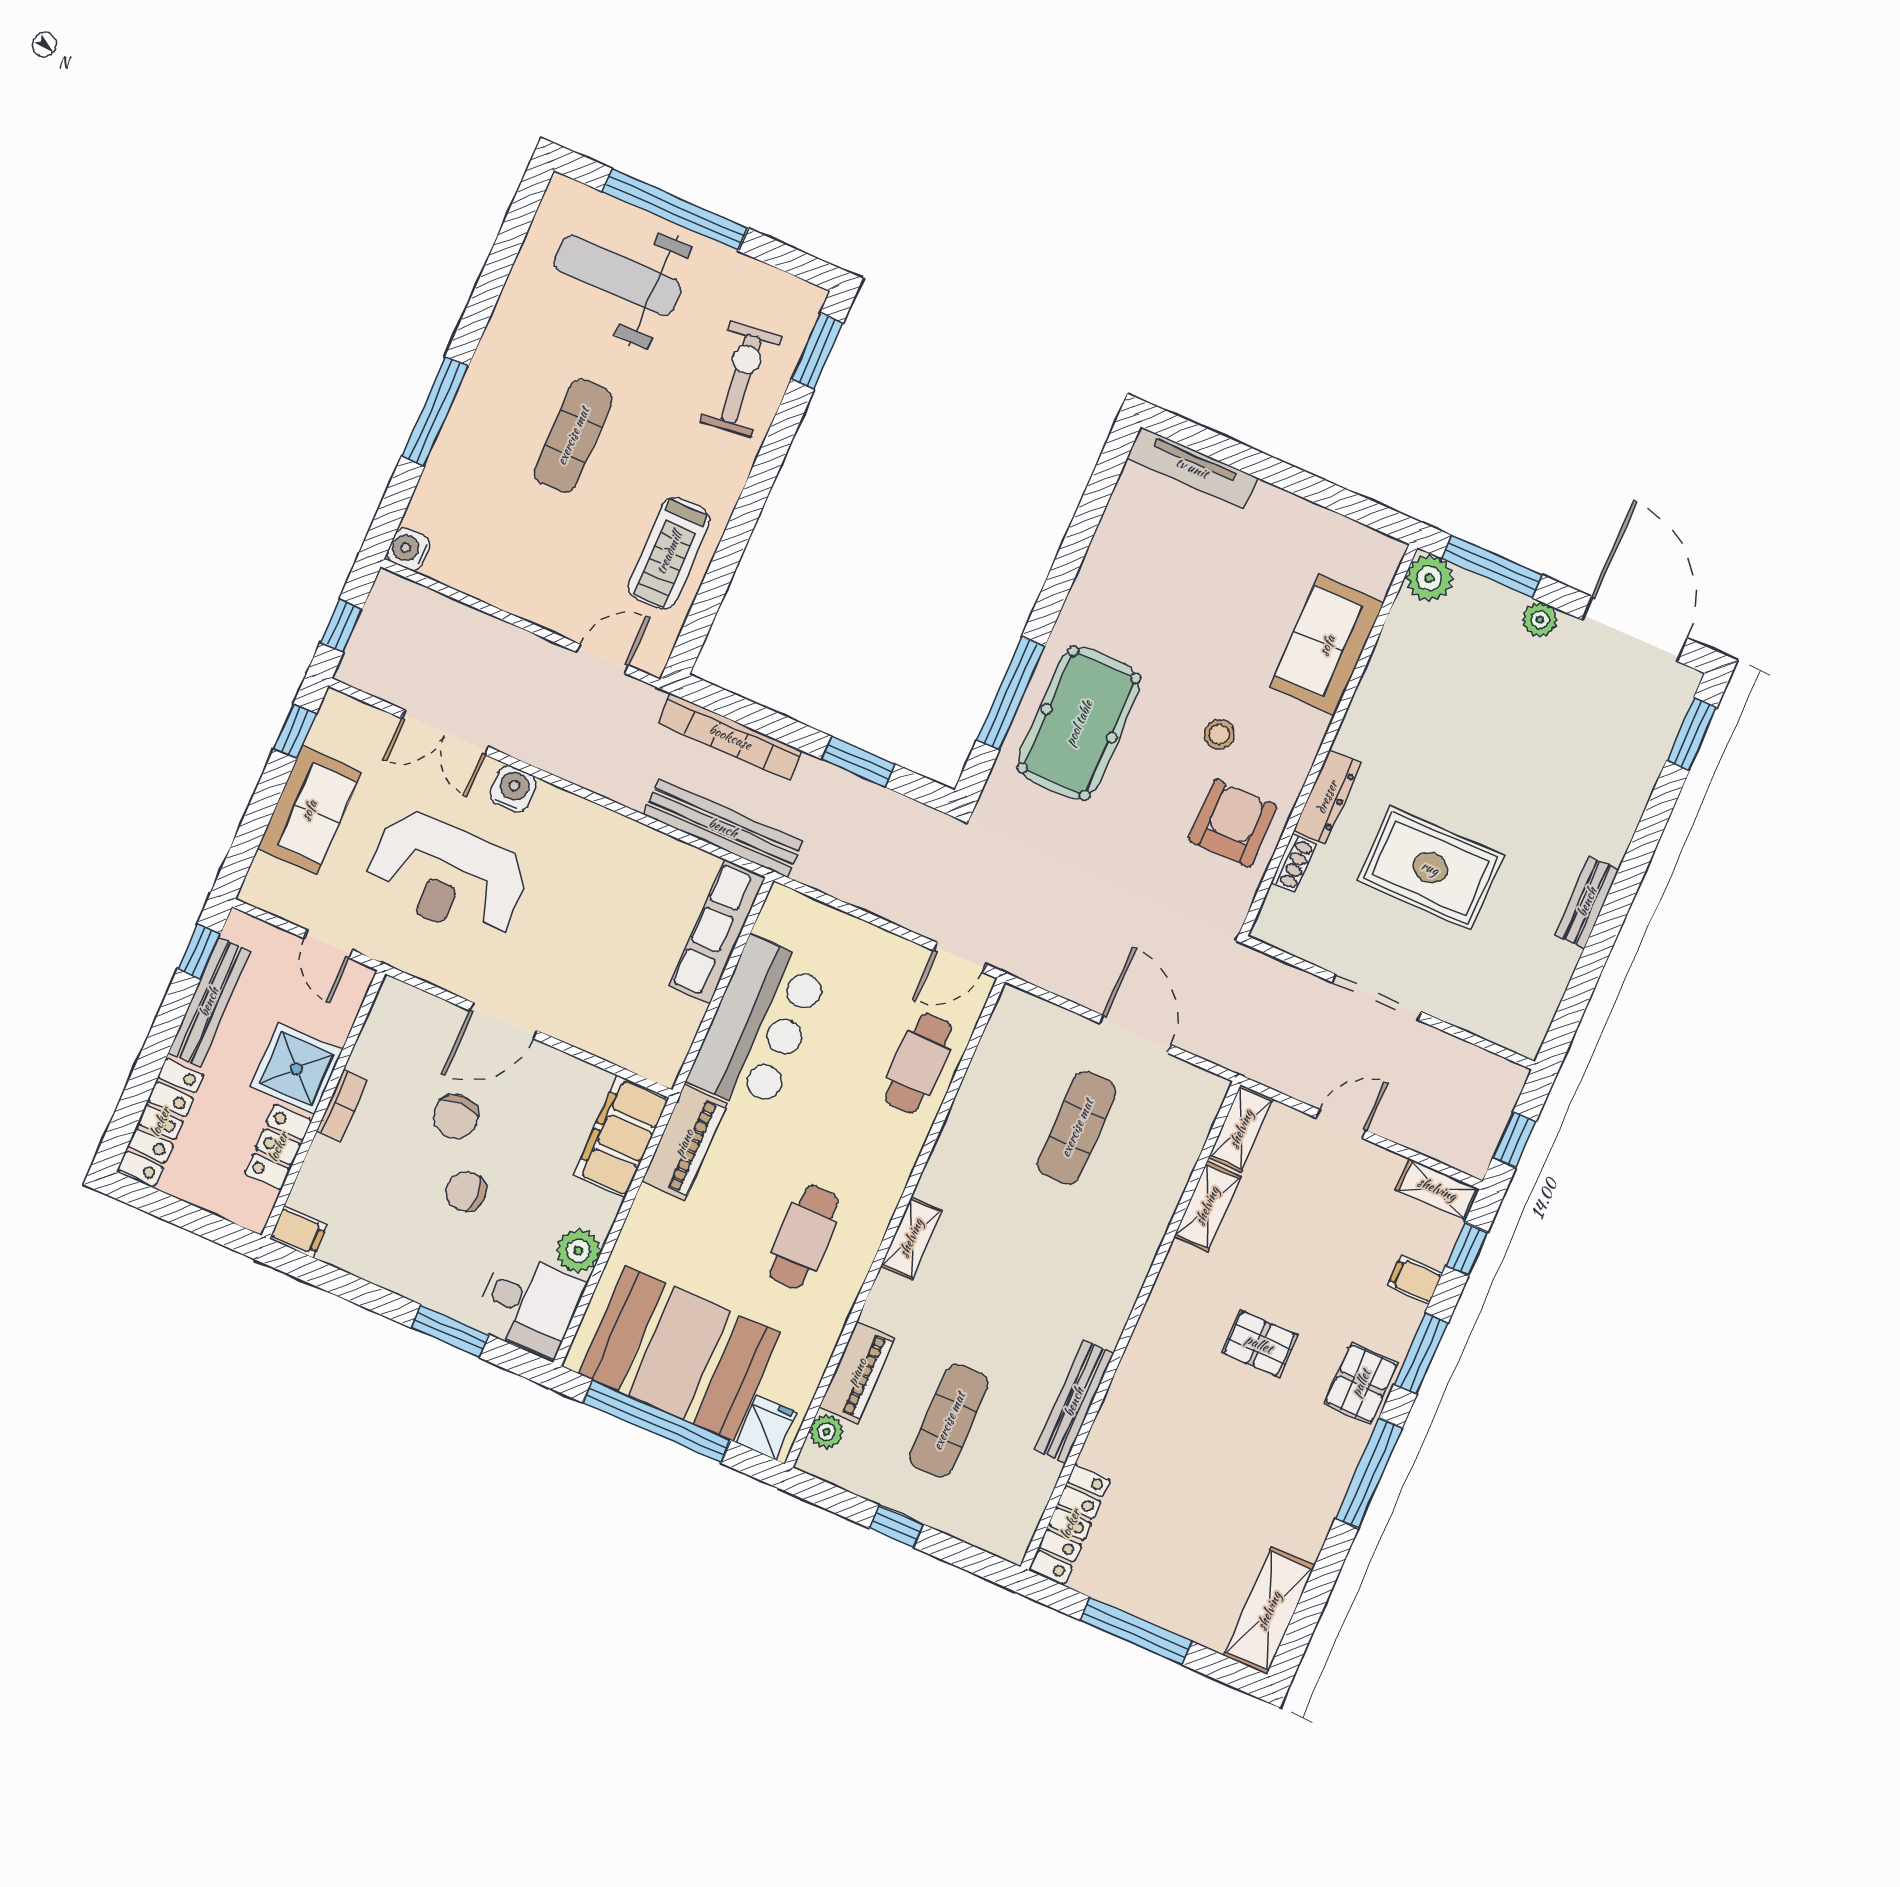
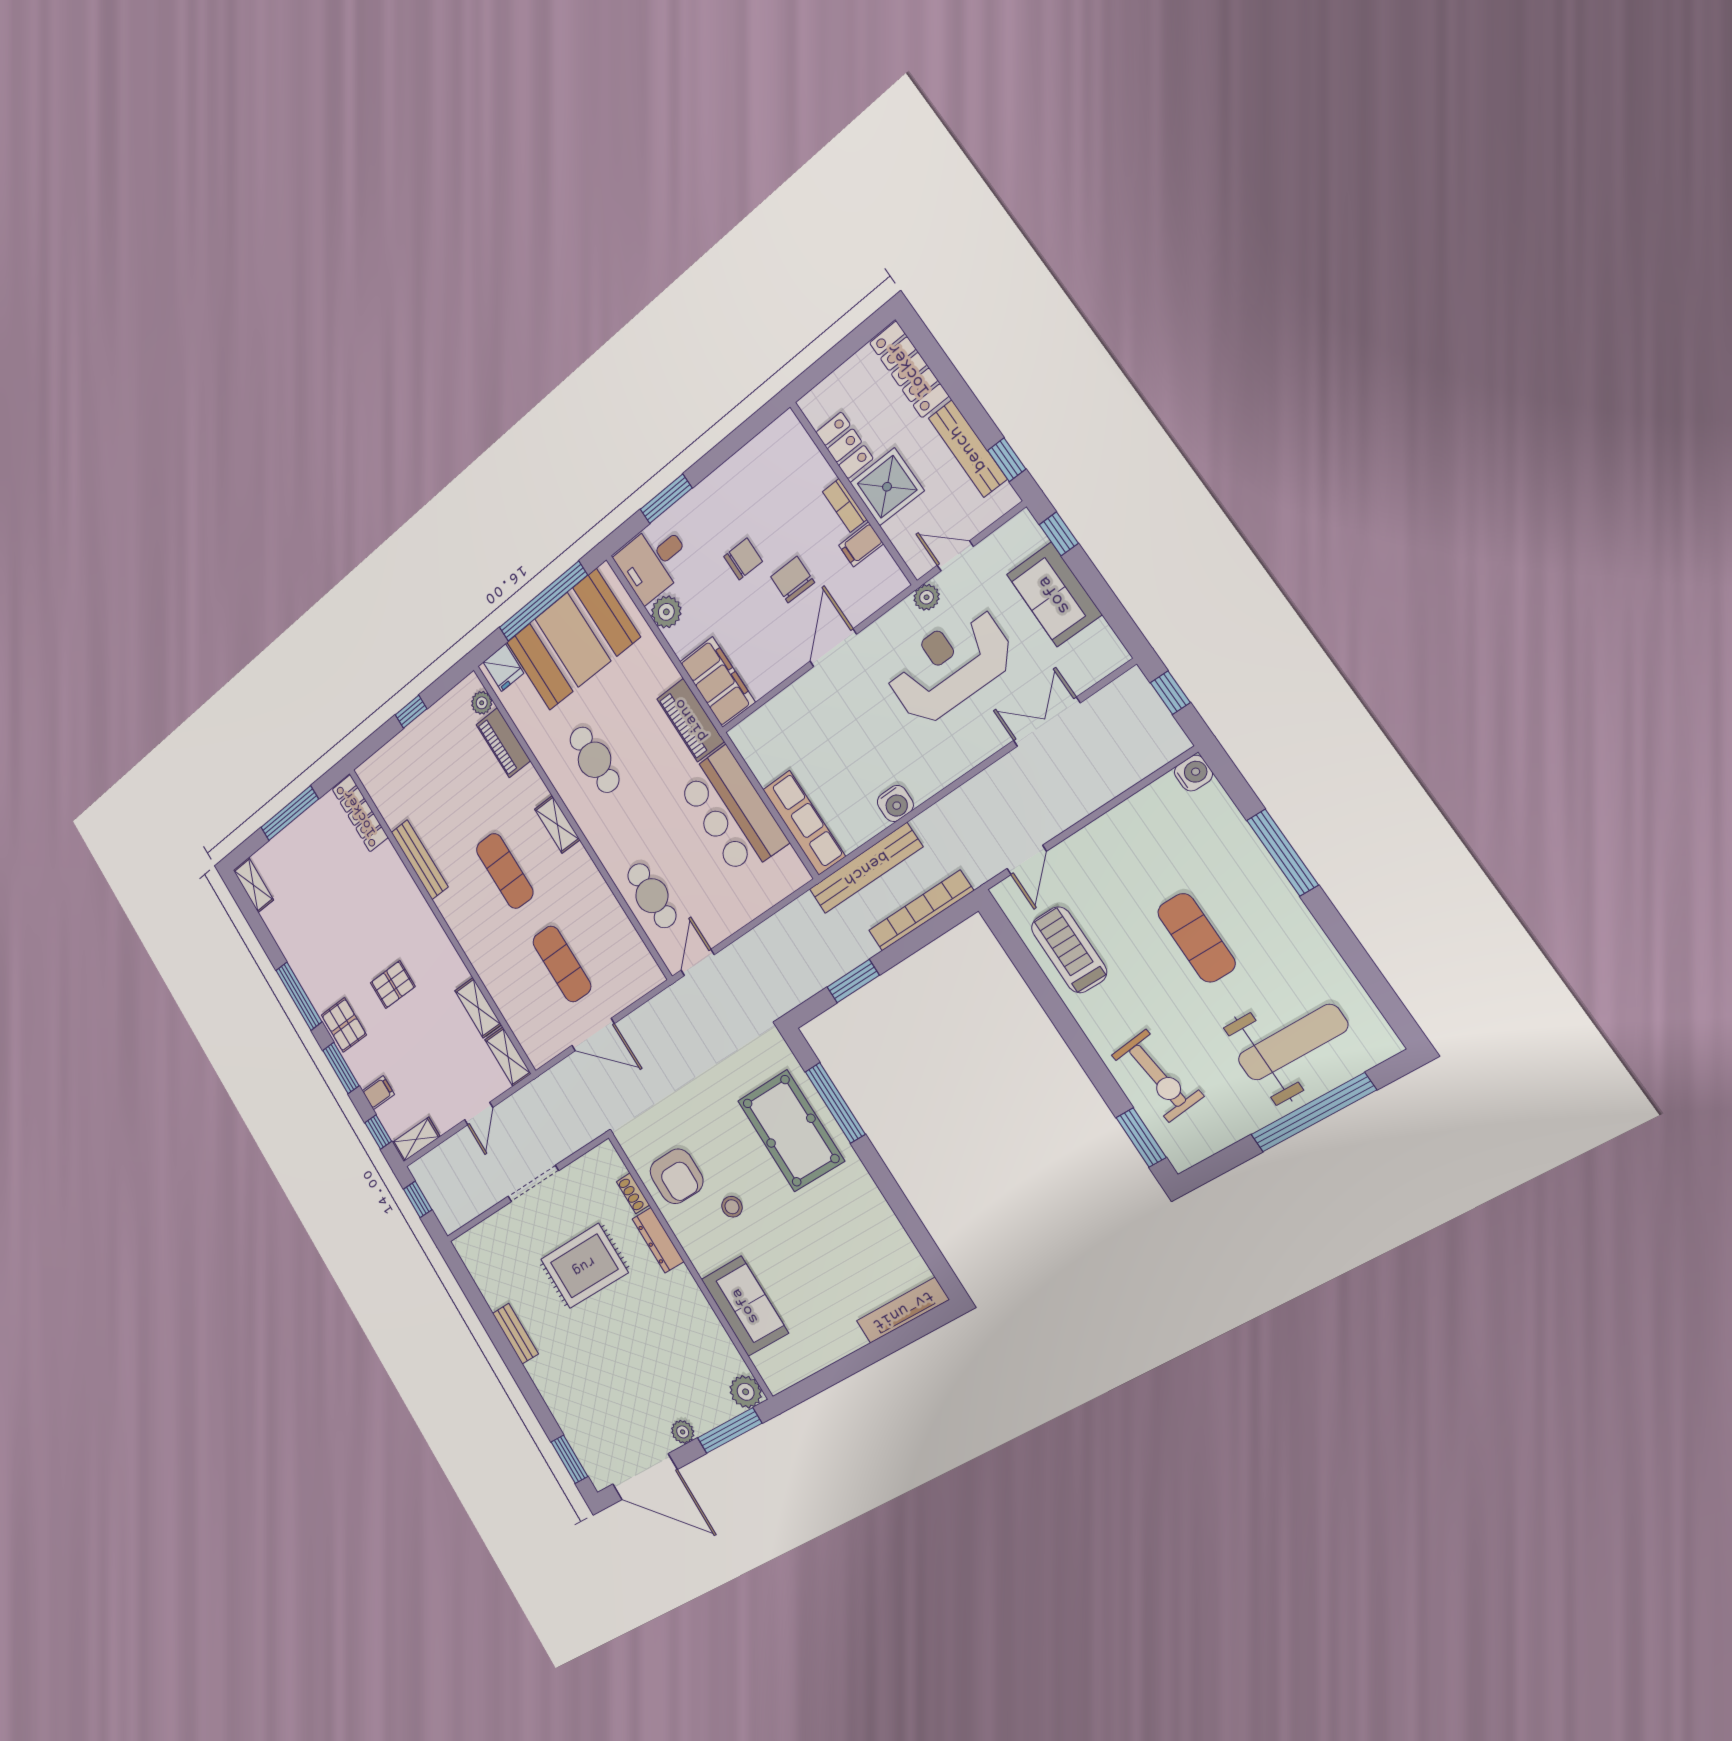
window: (295, 731) -> (1059, 534), moved
water cooler: (513, 789) -> (895, 803), moved
plant: (389, 948) -> (927, 597), added
filing cabinet: (298, 1232) -> (861, 544), moved
exercise mat: (949, 1421) -> (505, 871), moved
shelving: (1269, 1611) -> (253, 885), width x0.67, depth x0.75

